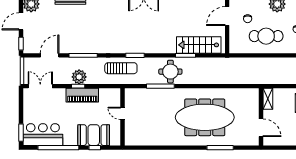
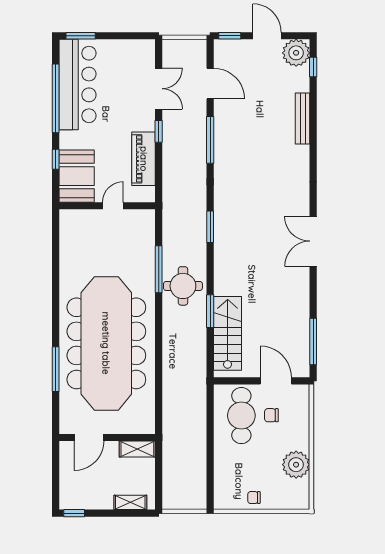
cafe table: (266, 36) -> (241, 416), moved
sun lounger: (121, 68) -> (189, 203), removed
plant: (79, 77) -> (174, 133), removed
double door: (40, 86) -> (159, 89), moved
piano: (82, 95) -> (144, 159), moved
meeting table: (205, 117) -> (106, 343), width x1.36, depth x1.27
bar counter: (43, 135) -> (77, 84), width x1.36
booth: (94, 135) -> (77, 176), moved

